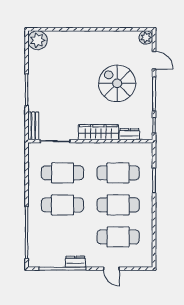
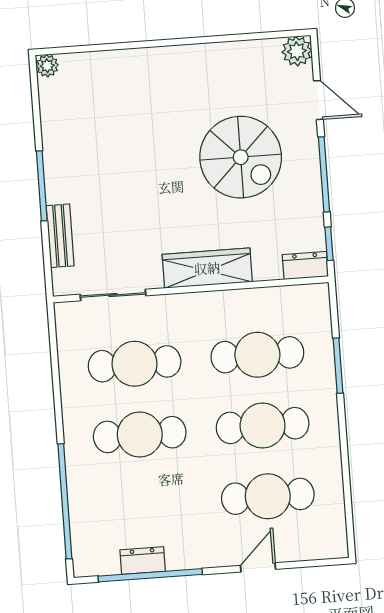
plant: (37, 40) -> (47, 66), width x0.53, depth x0.53
spiral stairs: (117, 83) -> (241, 157), turned 180
bench: (33, 126) -> (60, 236), moved
dresser: (129, 134) -> (305, 265), moved
dresser: (75, 262) -> (143, 561), moved
door: (111, 269) -> (258, 567), swing flipped

